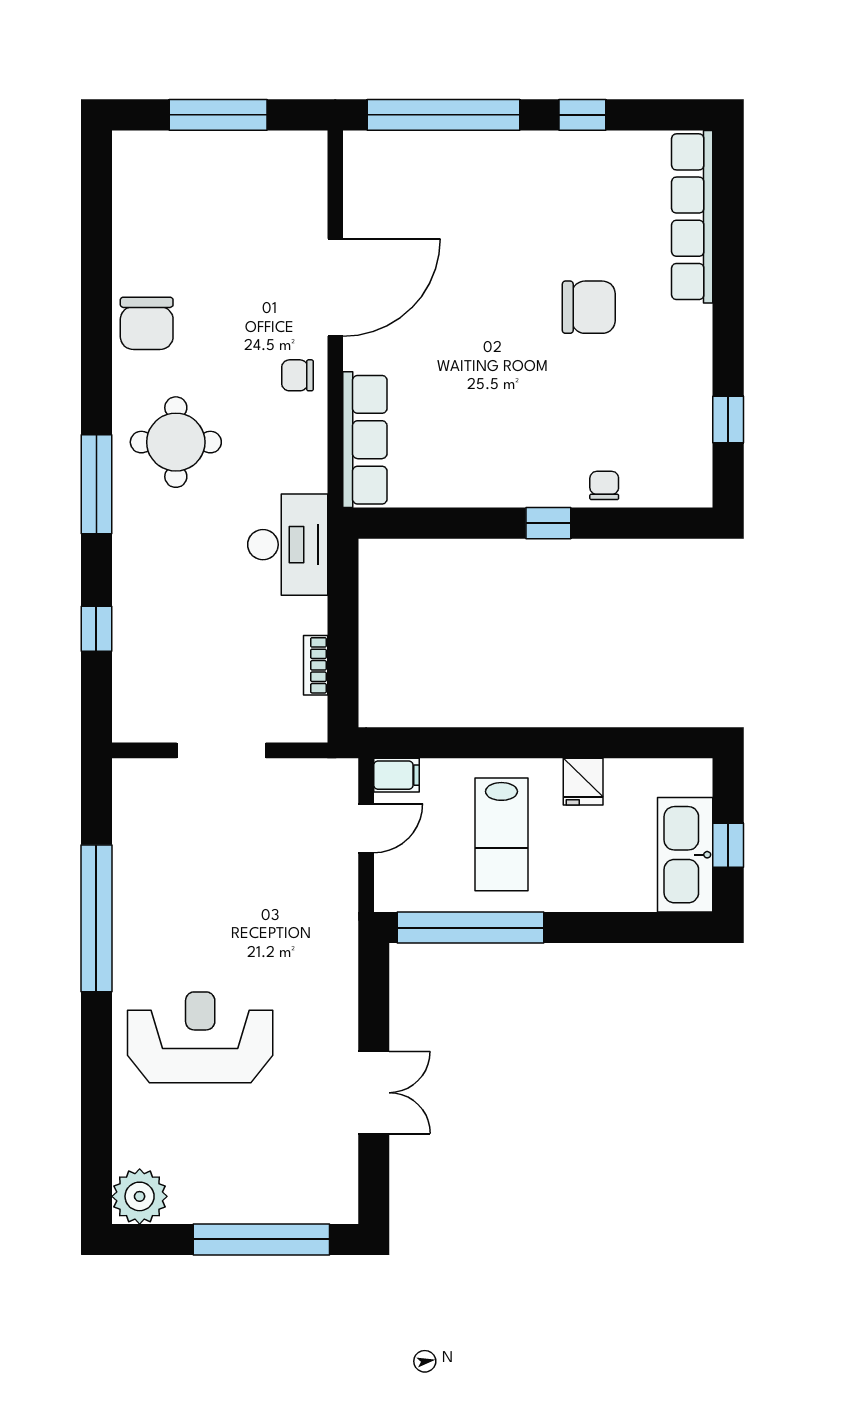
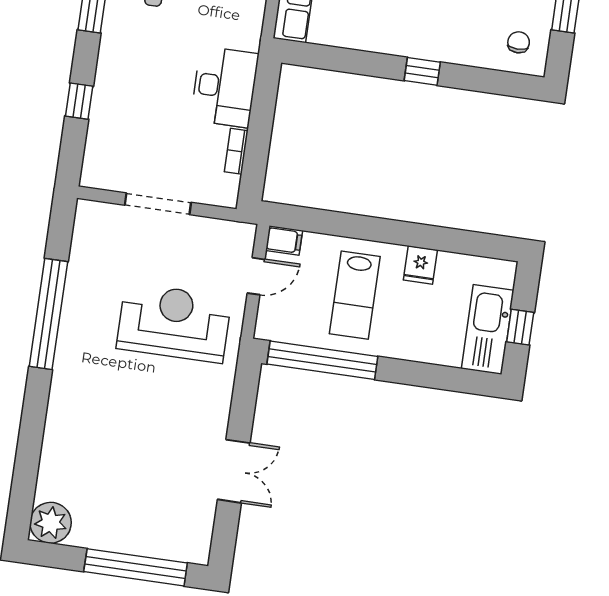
chair: (604, 485) -> (519, 42), moved
desk: (288, 545) -> (225, 87), moved
reception desk: (200, 1037) -> (174, 323), moved

